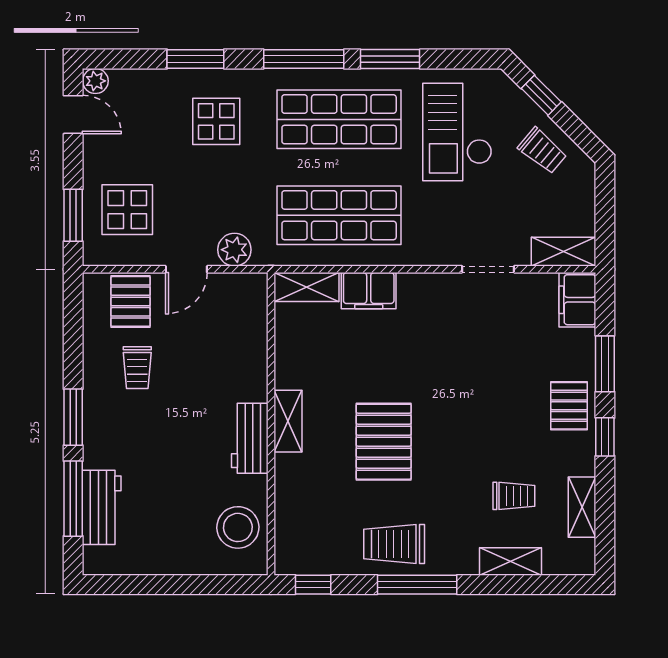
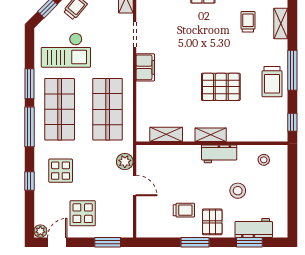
window: (195, 59) -> (29, 181), width x0.67
display table: (127, 210) -> (83, 213), moved
shelving: (307, 287) -> (166, 134), moved, turned 90
filing cabinet: (369, 291) -> (145, 67), moved
pallet: (131, 301) -> (212, 222), moved, turned 90
window: (73, 417) -> (195, 242), moved
stool: (176, 475) -> (238, 191), added
window: (73, 499) -> (249, 242), width x0.69
stool: (238, 527) -> (264, 160), width x0.53, depth x0.53

